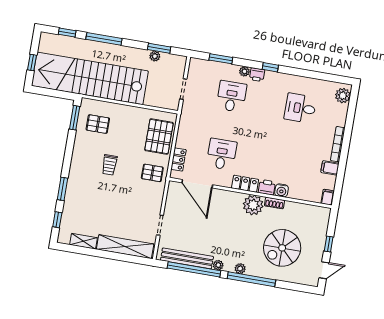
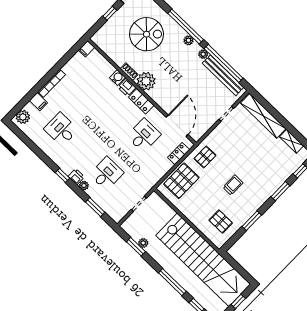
desk: (231, 96) -> (107, 174), turned 180
desk: (300, 108) -> (61, 129), turned 180
window: (75, 118) -> (252, 221), moved
desk: (222, 154) -> (144, 135), turned 180
filing cabinet: (330, 168) -> (38, 102), moved
pallet: (152, 173) -> (205, 157), turned 90

